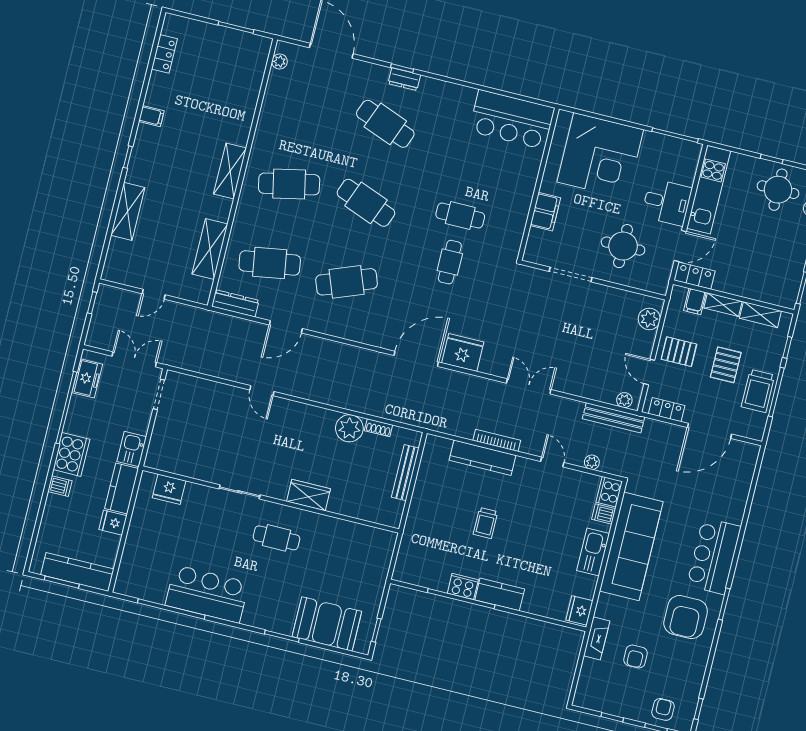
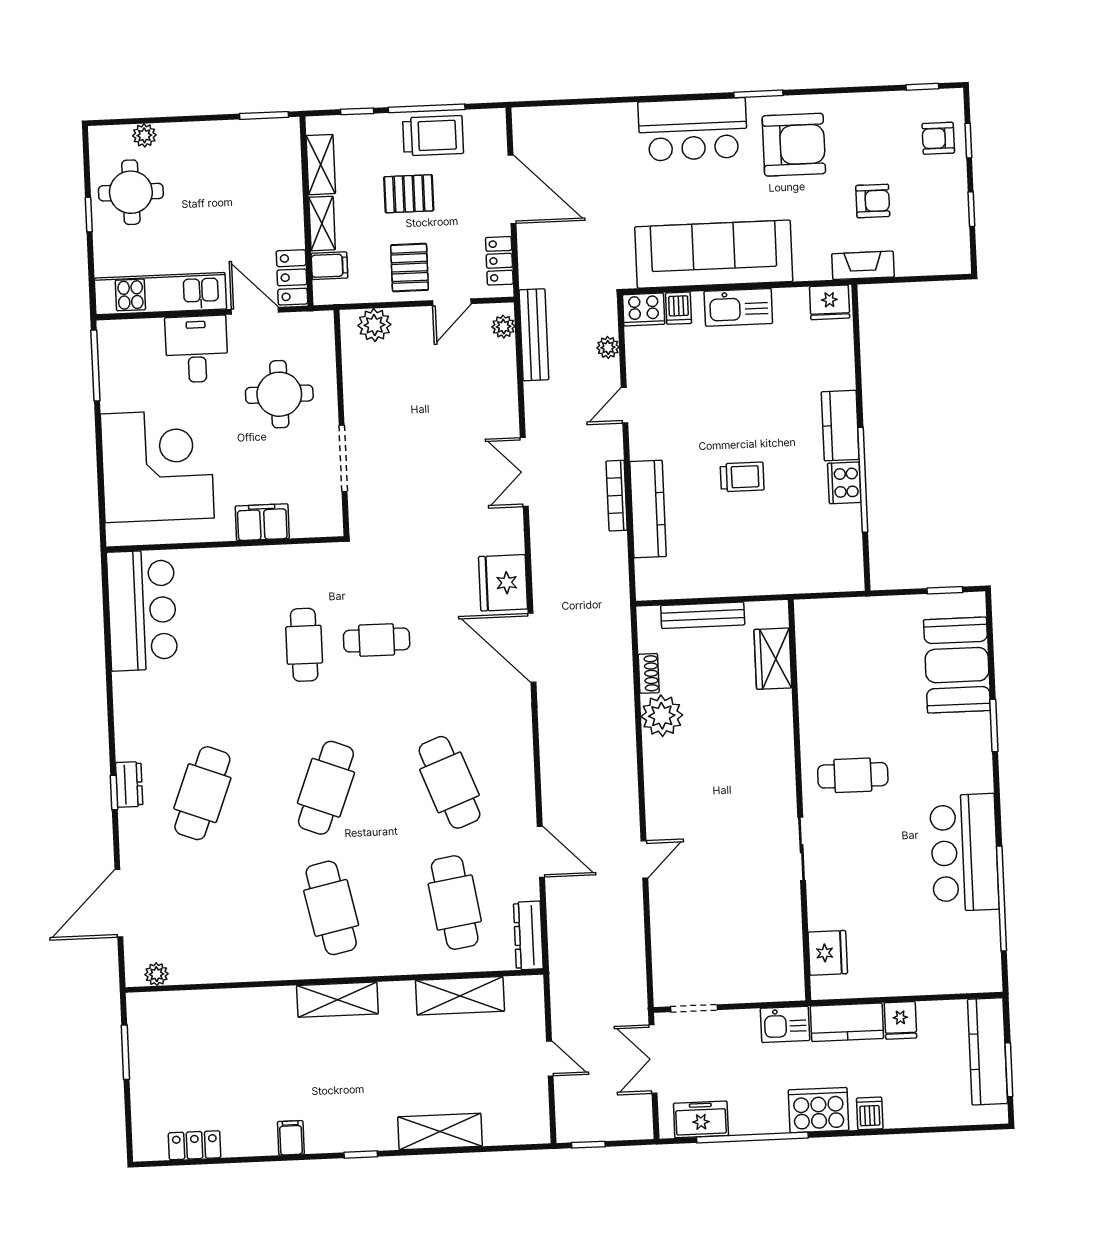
wardrobe: (308, 495) -> (773, 659), moved
cafe table: (276, 538) -> (853, 775), turned 90

